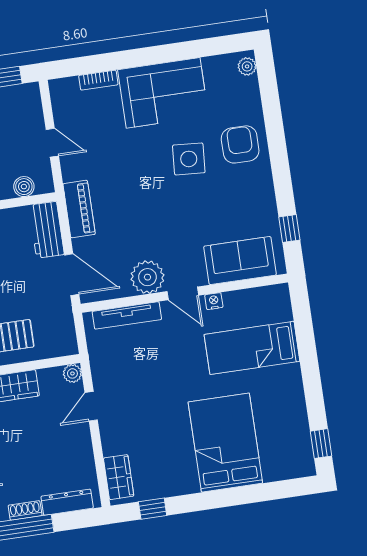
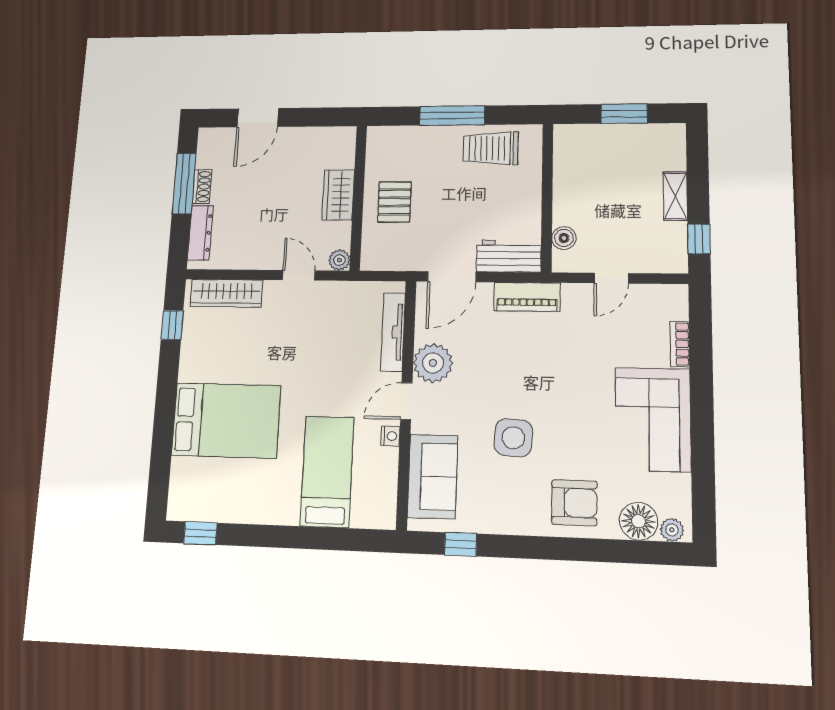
floor lamp: (245, 93) -> (639, 521), added
side table: (189, 159) -> (513, 438), moved
wardrobe: (119, 477) -> (226, 293), width x1.50

